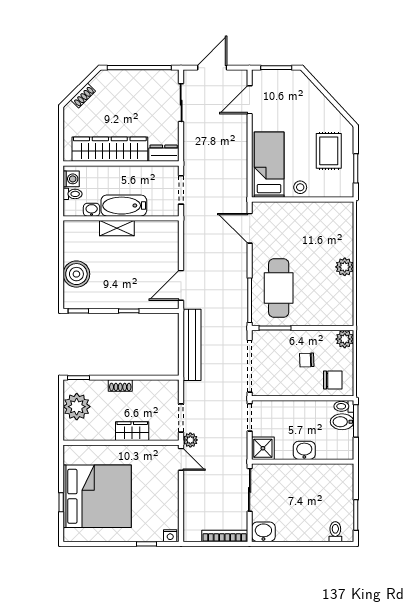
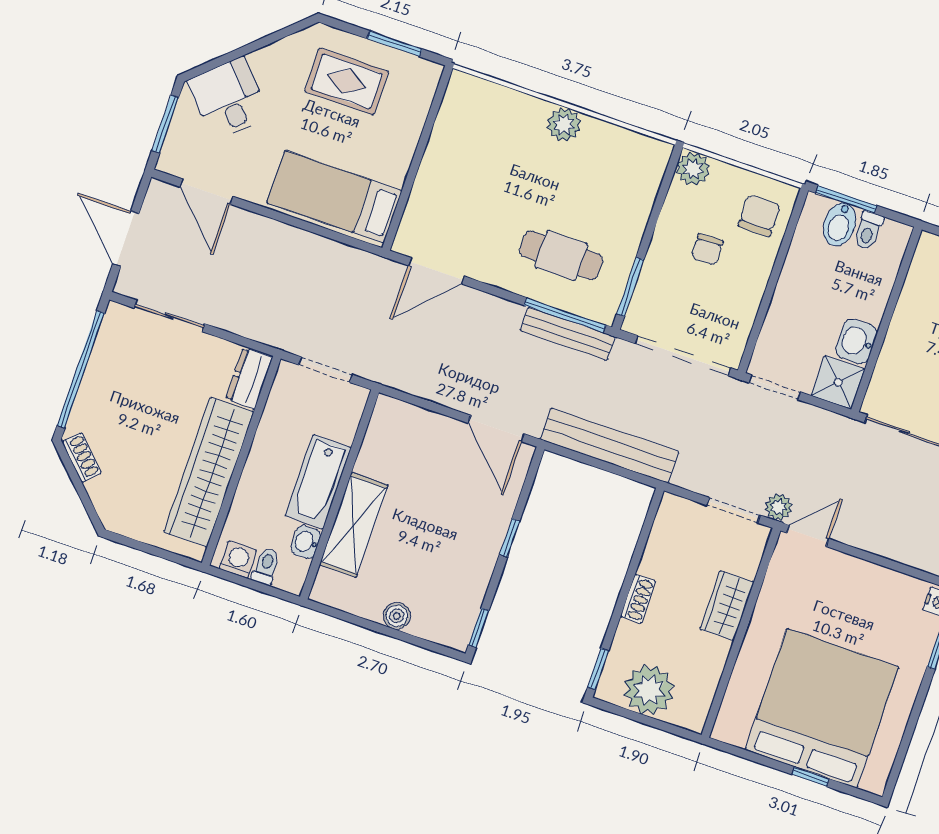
shoe rack: (83, 95) -> (82, 457), moved
desk: (300, 95) -> (228, 99), added
stool: (300, 187) -> (394, 155), removed
shelving: (117, 228) -> (354, 525), width x1.50, depth x1.33
boiler: (76, 274) -> (397, 616), width x0.54, depth x0.54
cafe table: (279, 288) -> (561, 255), width x0.73, depth x0.74
bench: (241, 305) -> (568, 334), added
toilet: (344, 406) -> (868, 231), moved
washbasin: (304, 450) -> (856, 341), moved

